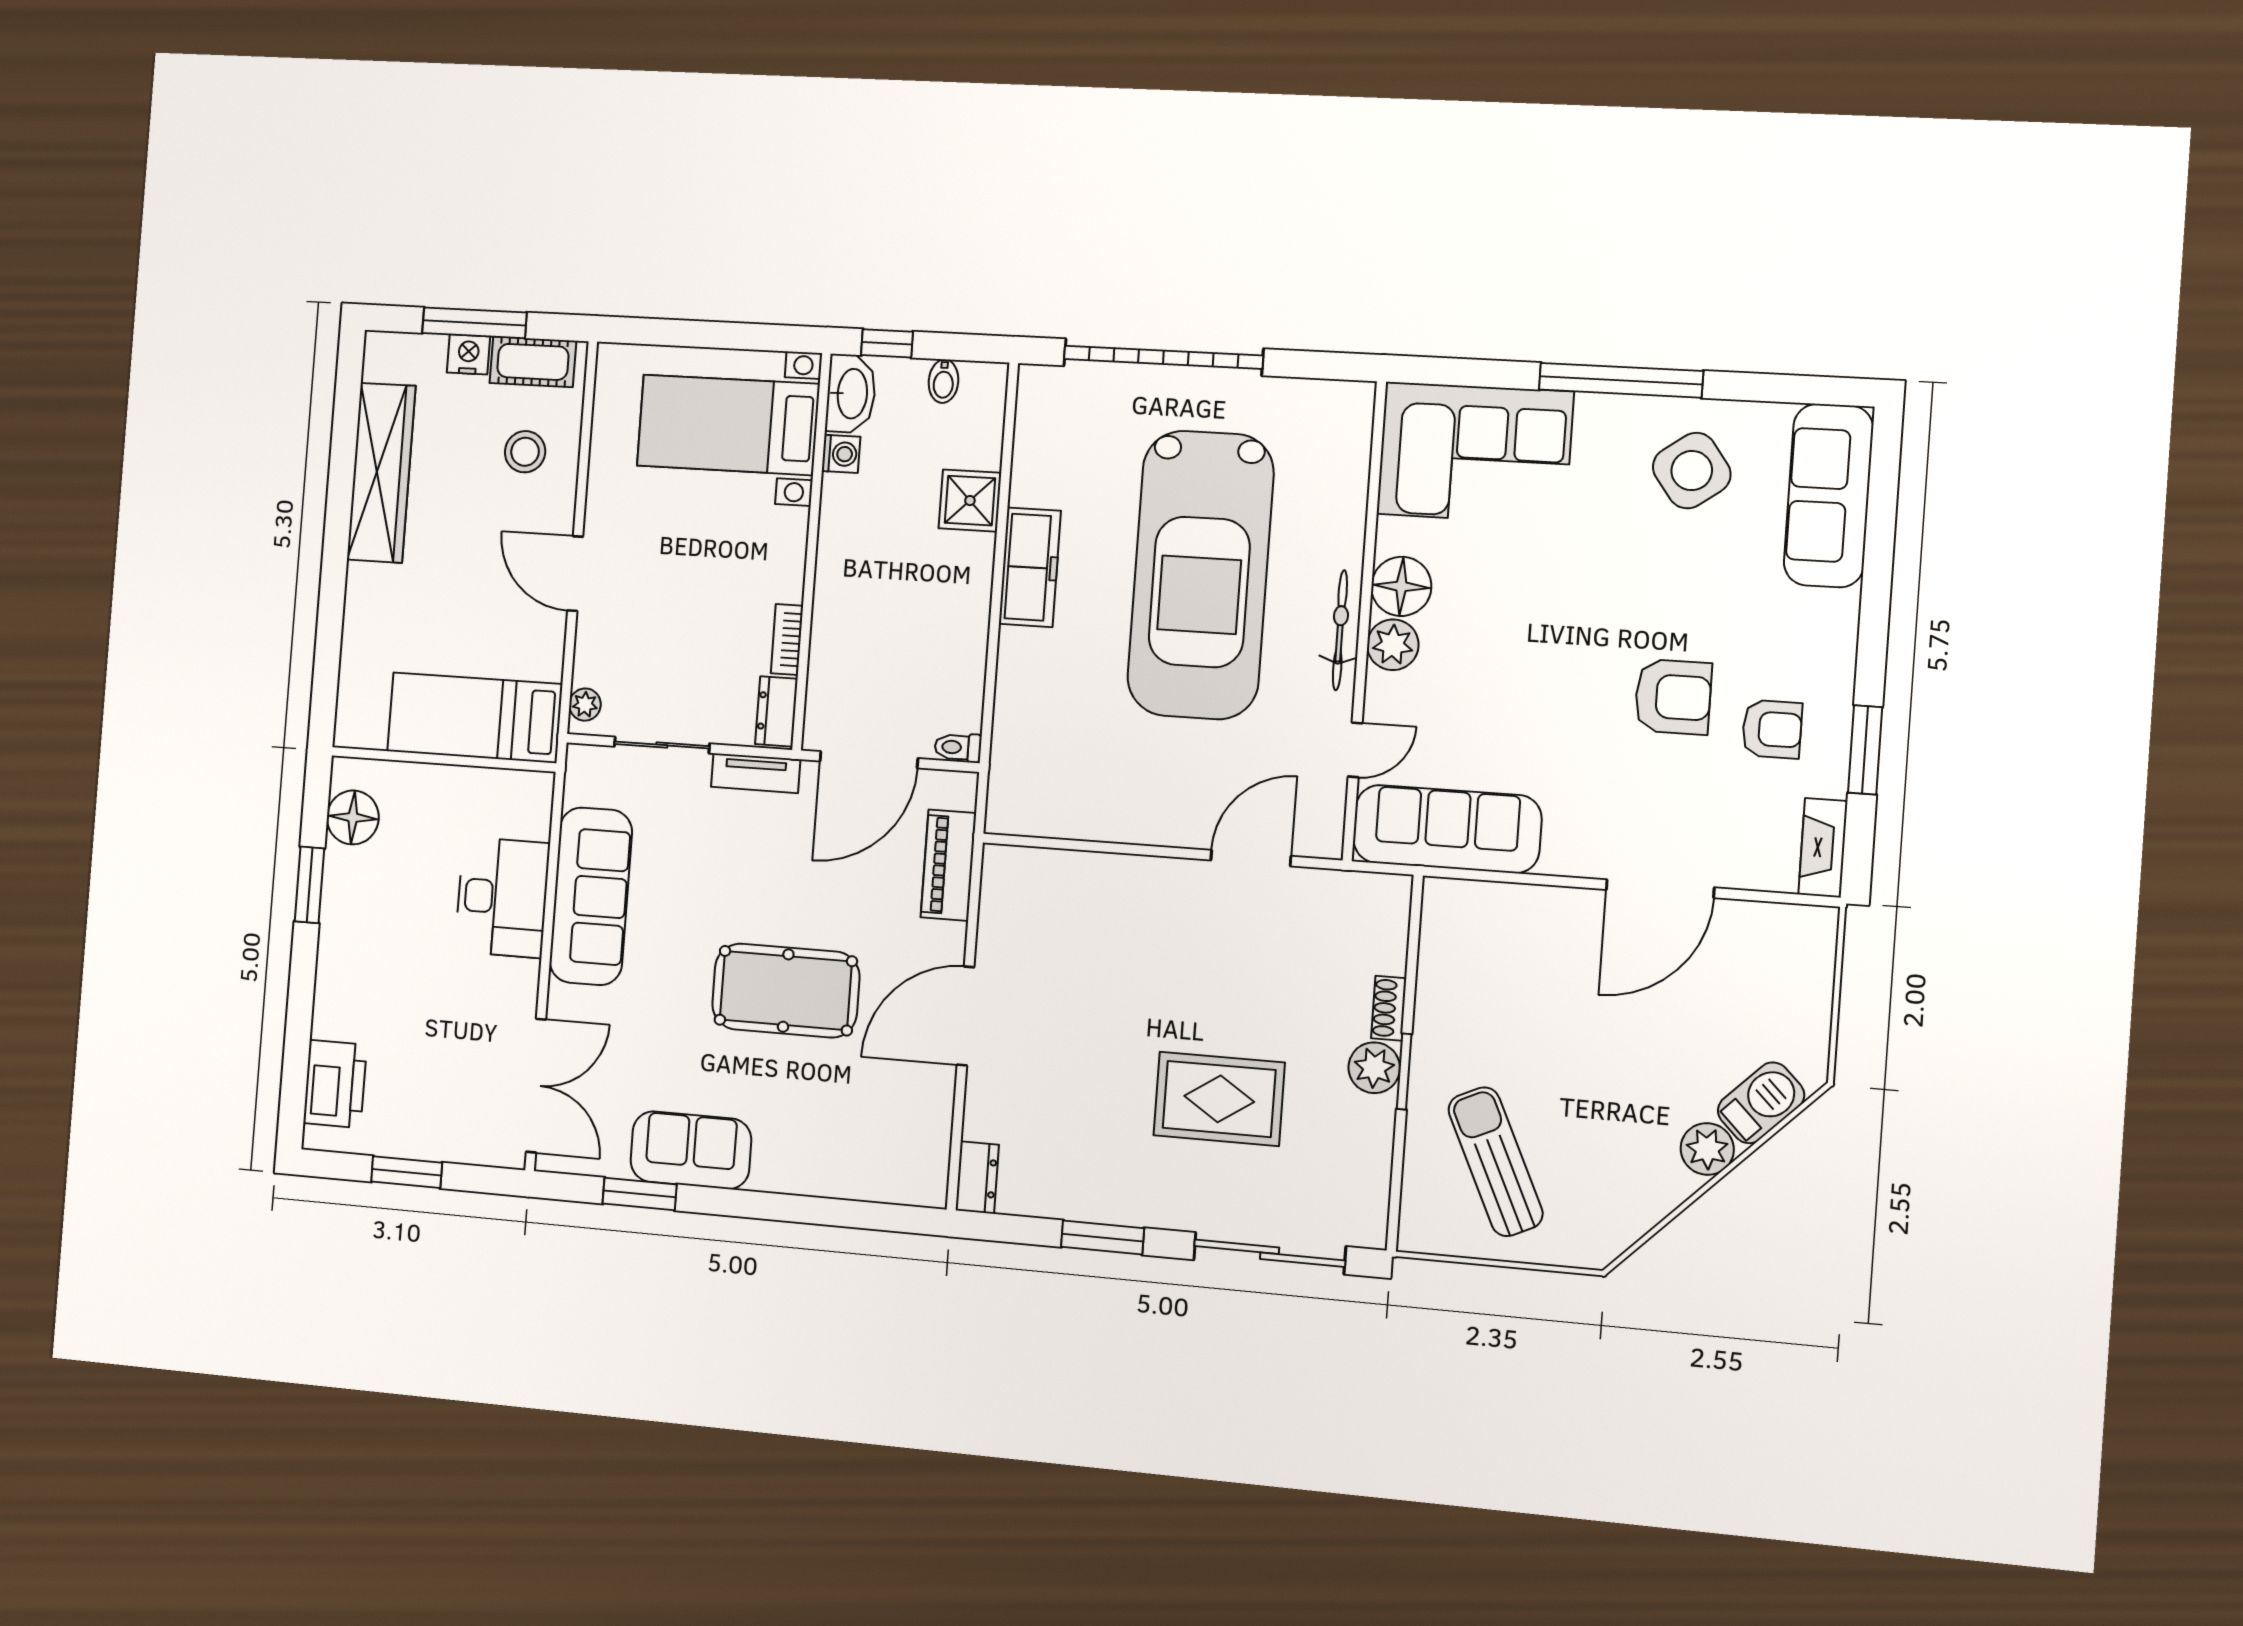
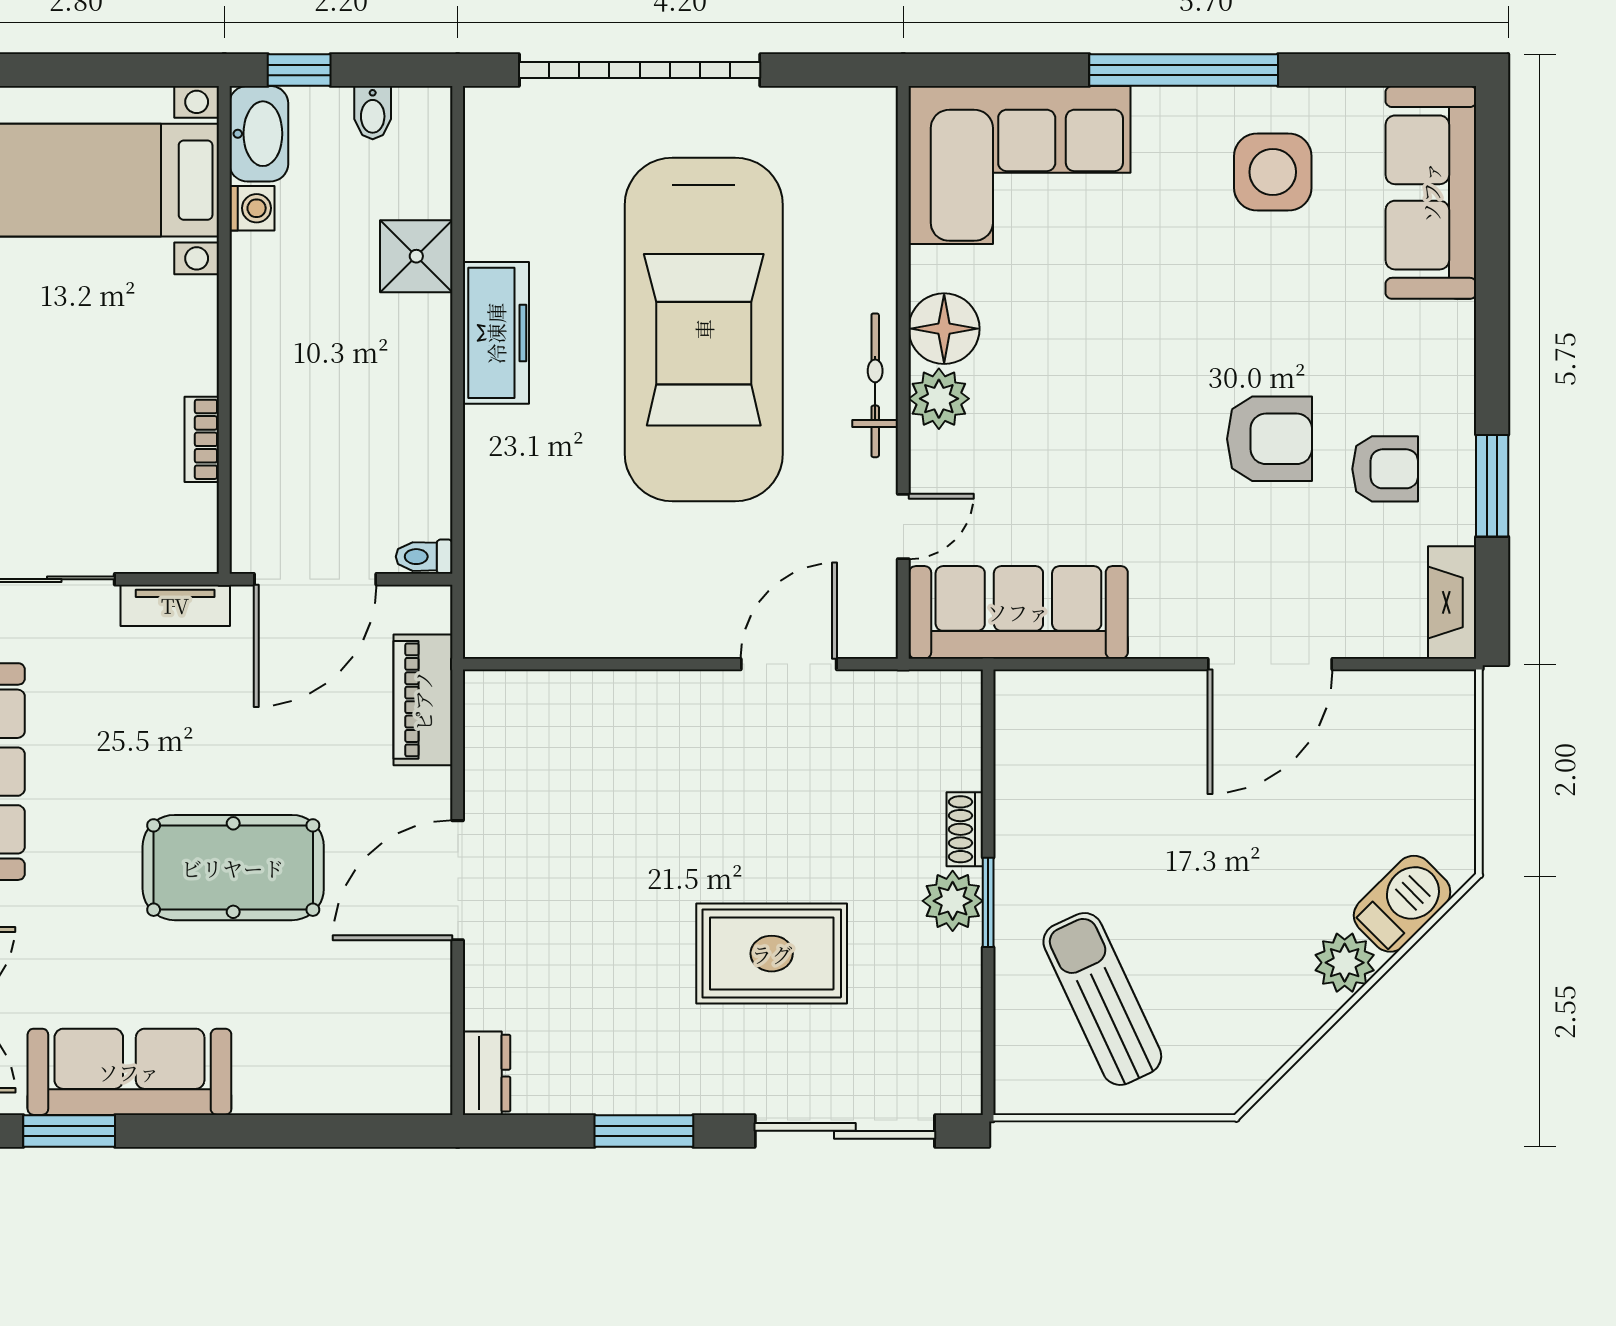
side table: (1692, 471) -> (1273, 172), turned 36
dresser: (776, 711) -> (195, 528), removed
sofa: (691, 1150) -> (129, 1072), width x1.36

